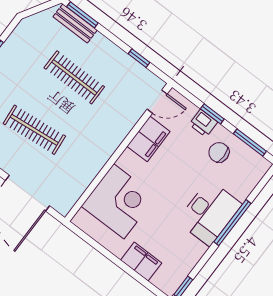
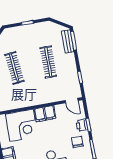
filing cabinet: (148, 139) -> (45, 114), moved

